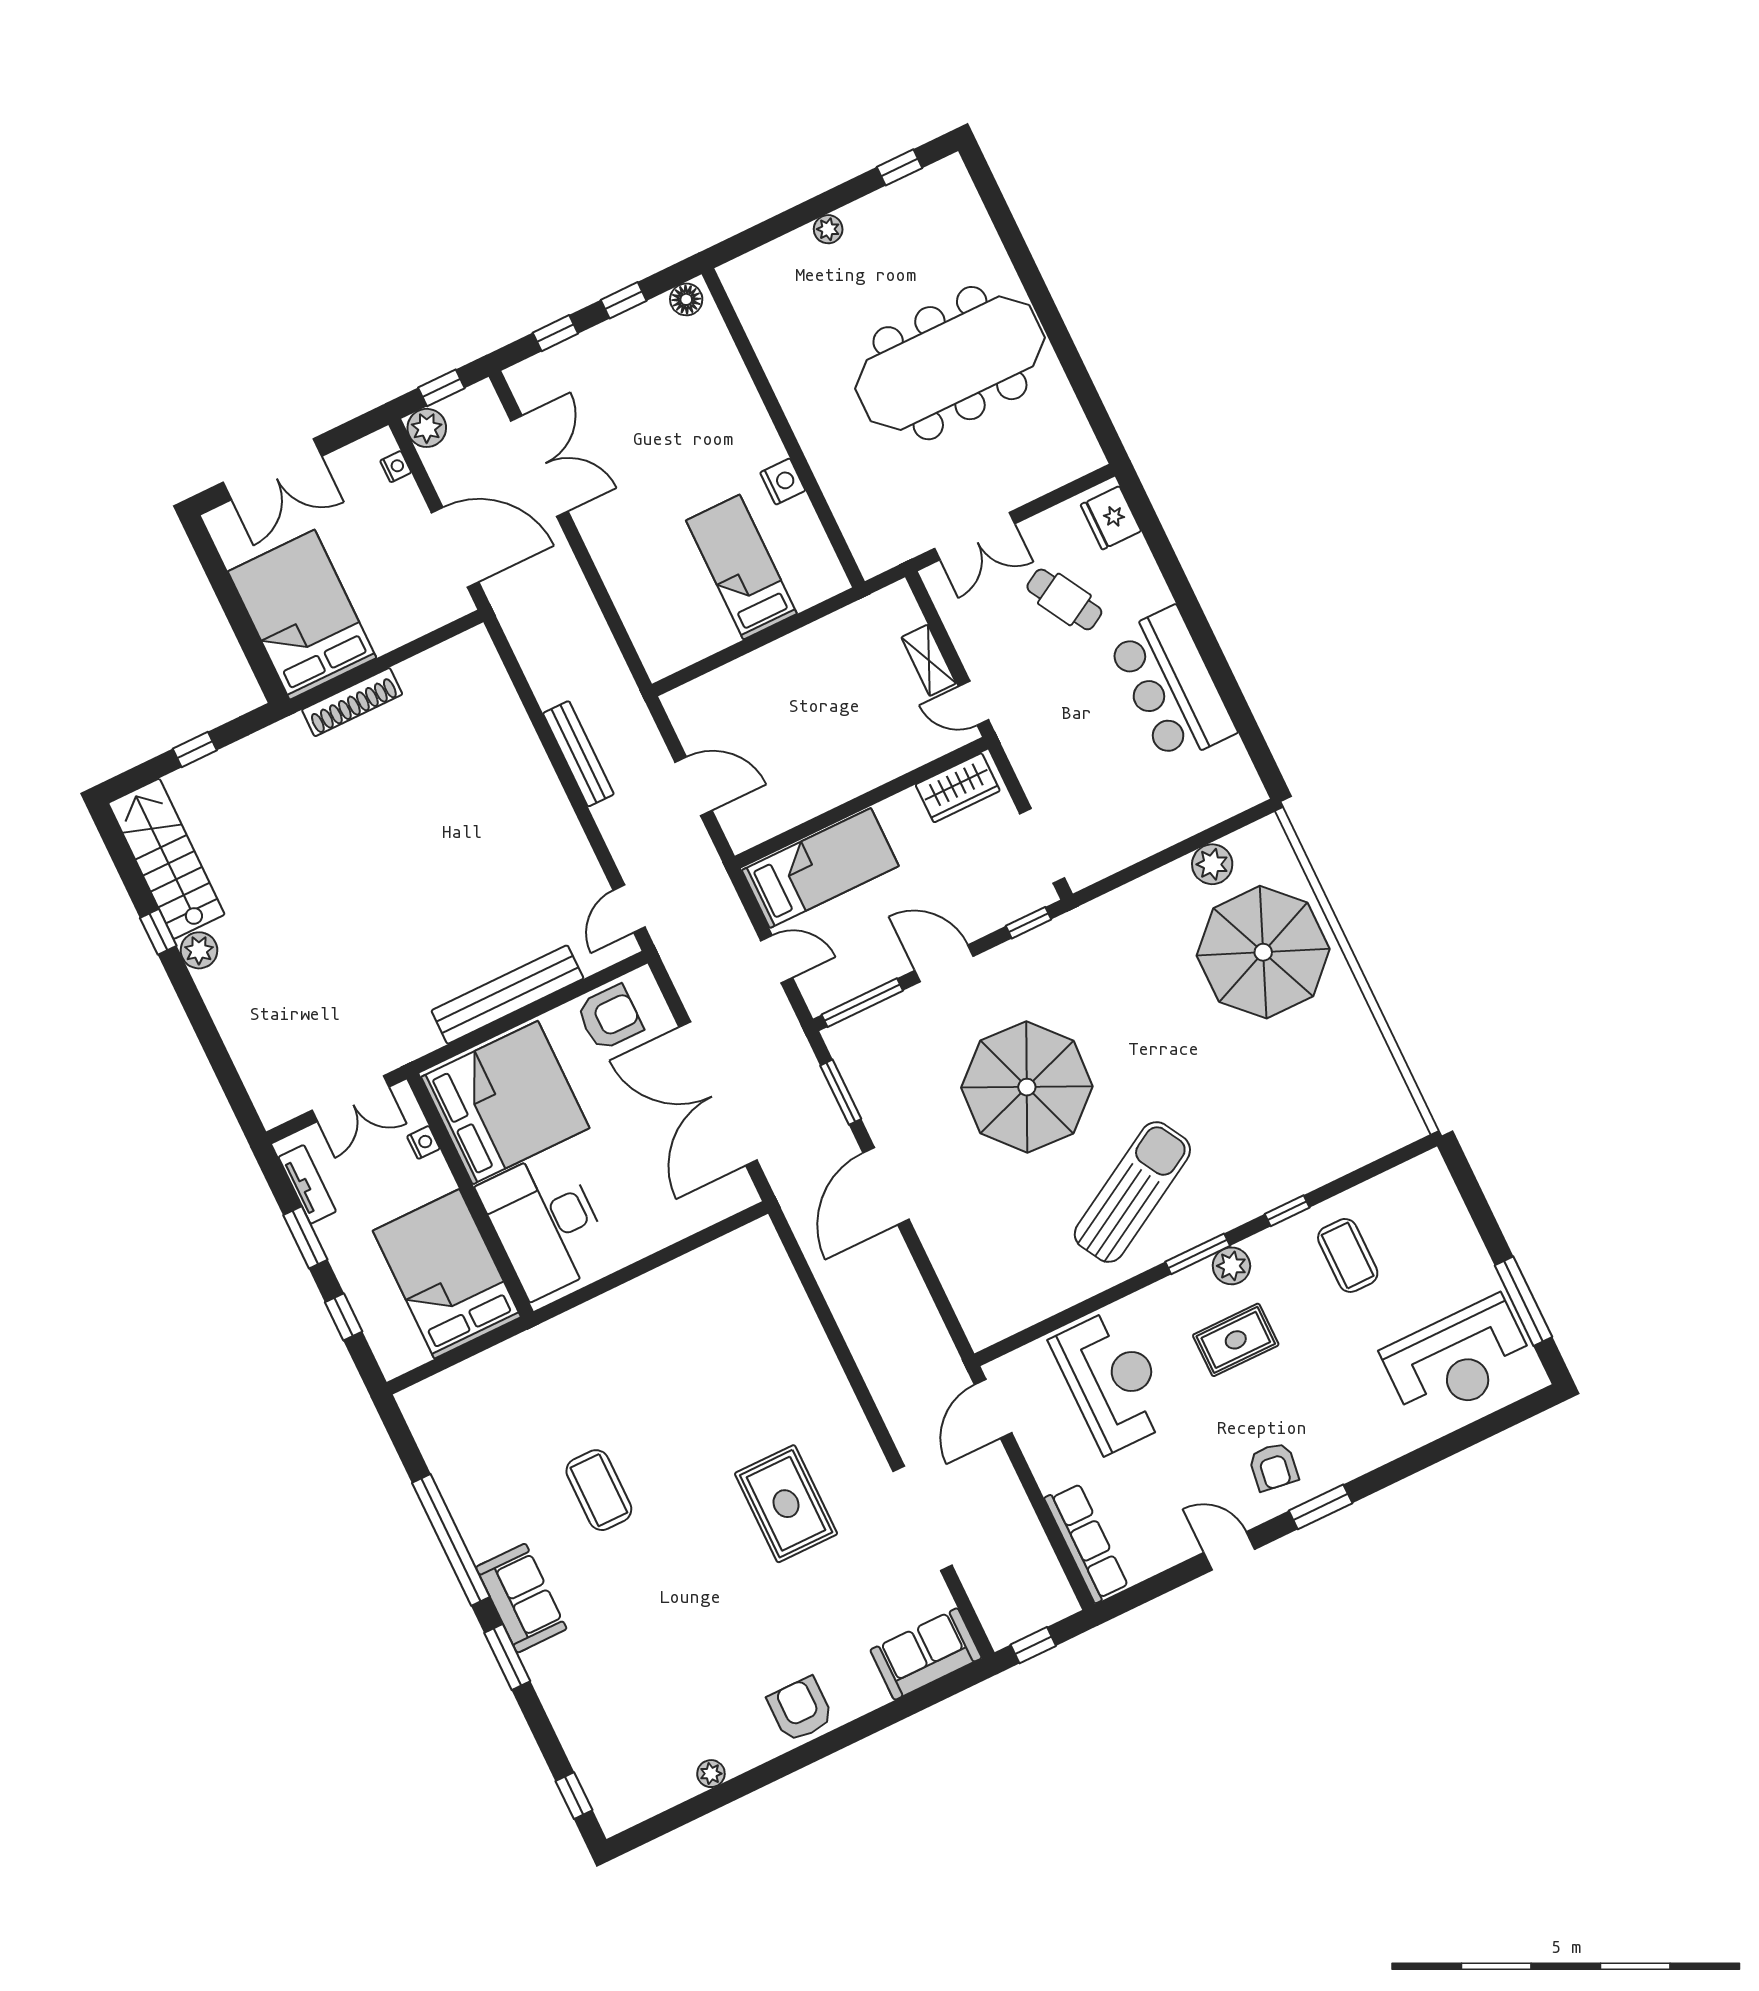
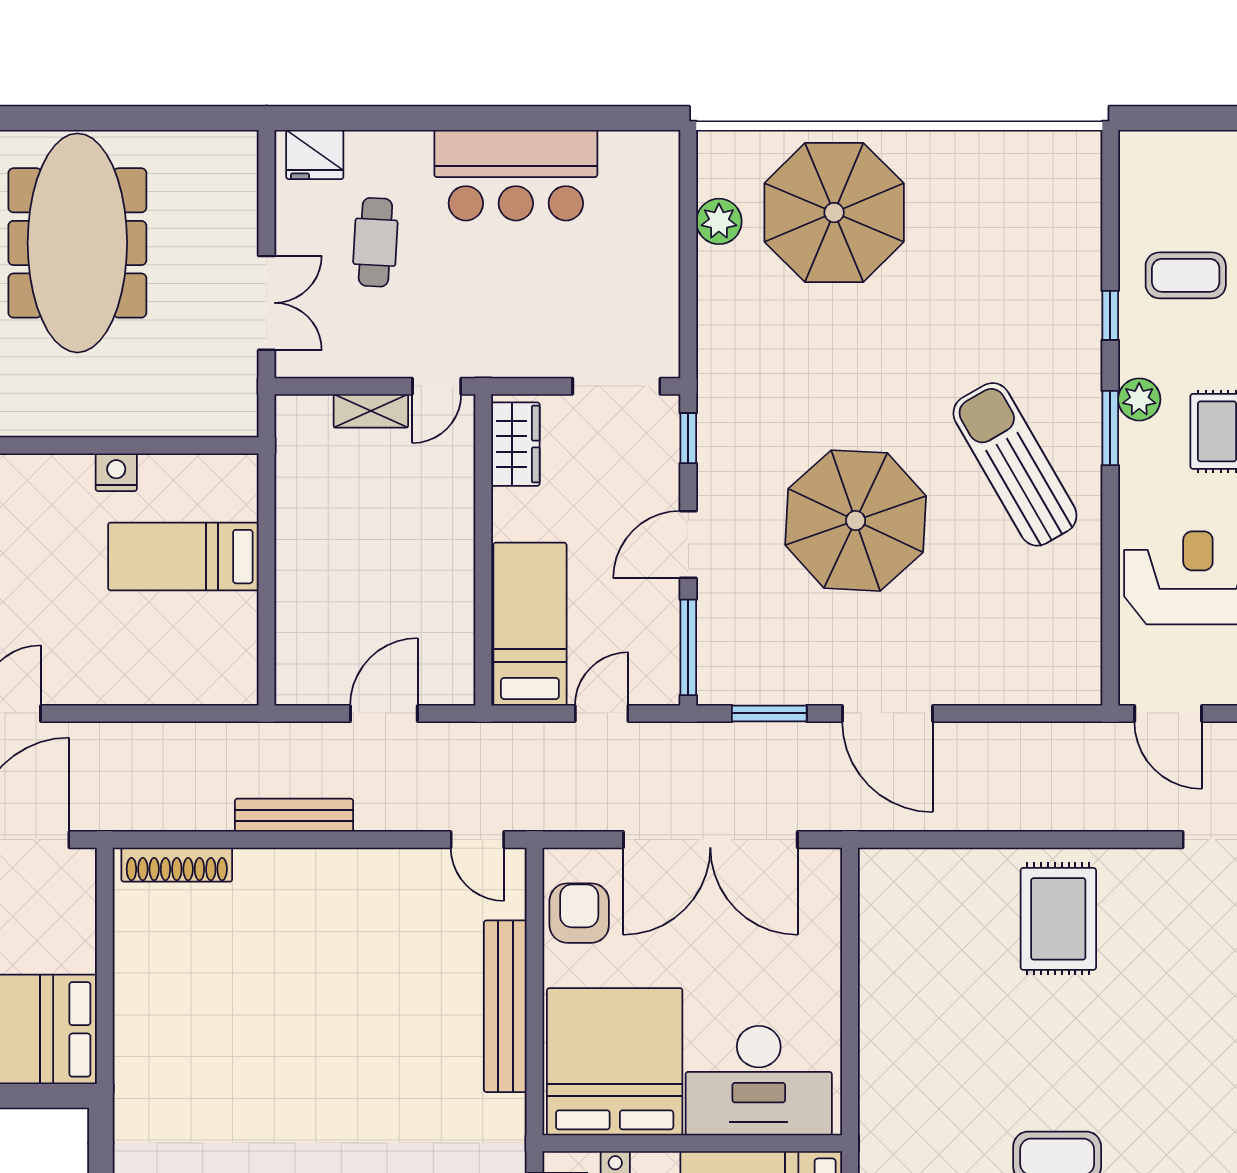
cafe table: (1064, 599) -> (375, 242), turned -57
shoe rack: (352, 702) -> (177, 865), moved, turned 90
rug: (786, 1504) -> (1058, 919), moved, turned 90

